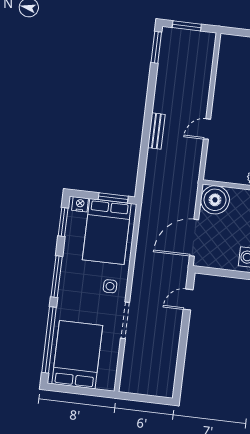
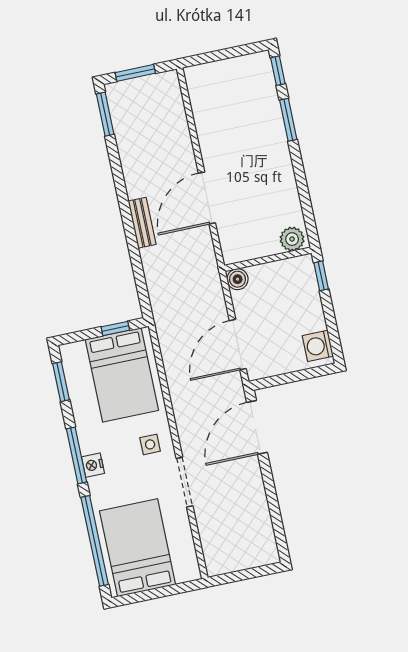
door: (207, 129) -> (207, 198), width x1.88
window: (113, 198) -> (115, 328), width x0.67
boiler: (215, 200) -> (238, 279), width x0.54, depth x0.54
nightstand: (80, 204) -> (93, 465), moved, turned -90
door: (188, 299) -> (257, 427), width x1.87

